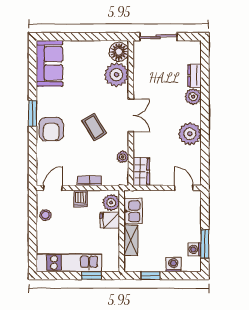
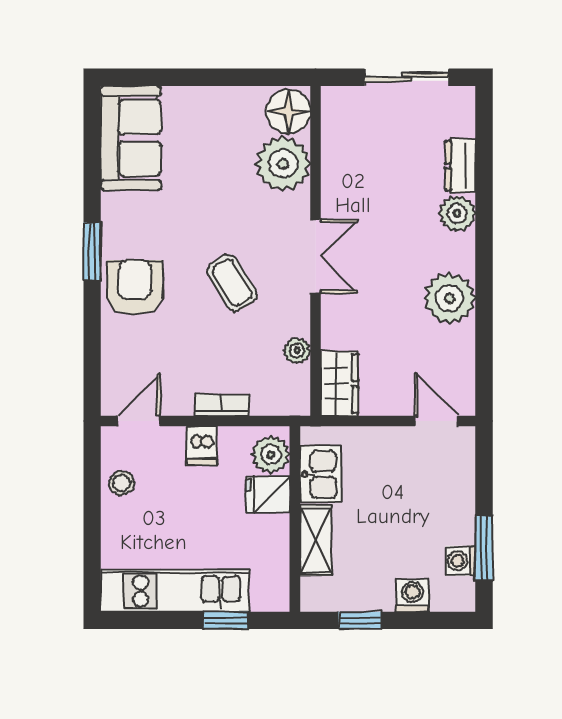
sliding door: (158, 37) -> (407, 77), moved
armchair: (51, 129) -> (135, 287), turned 180

